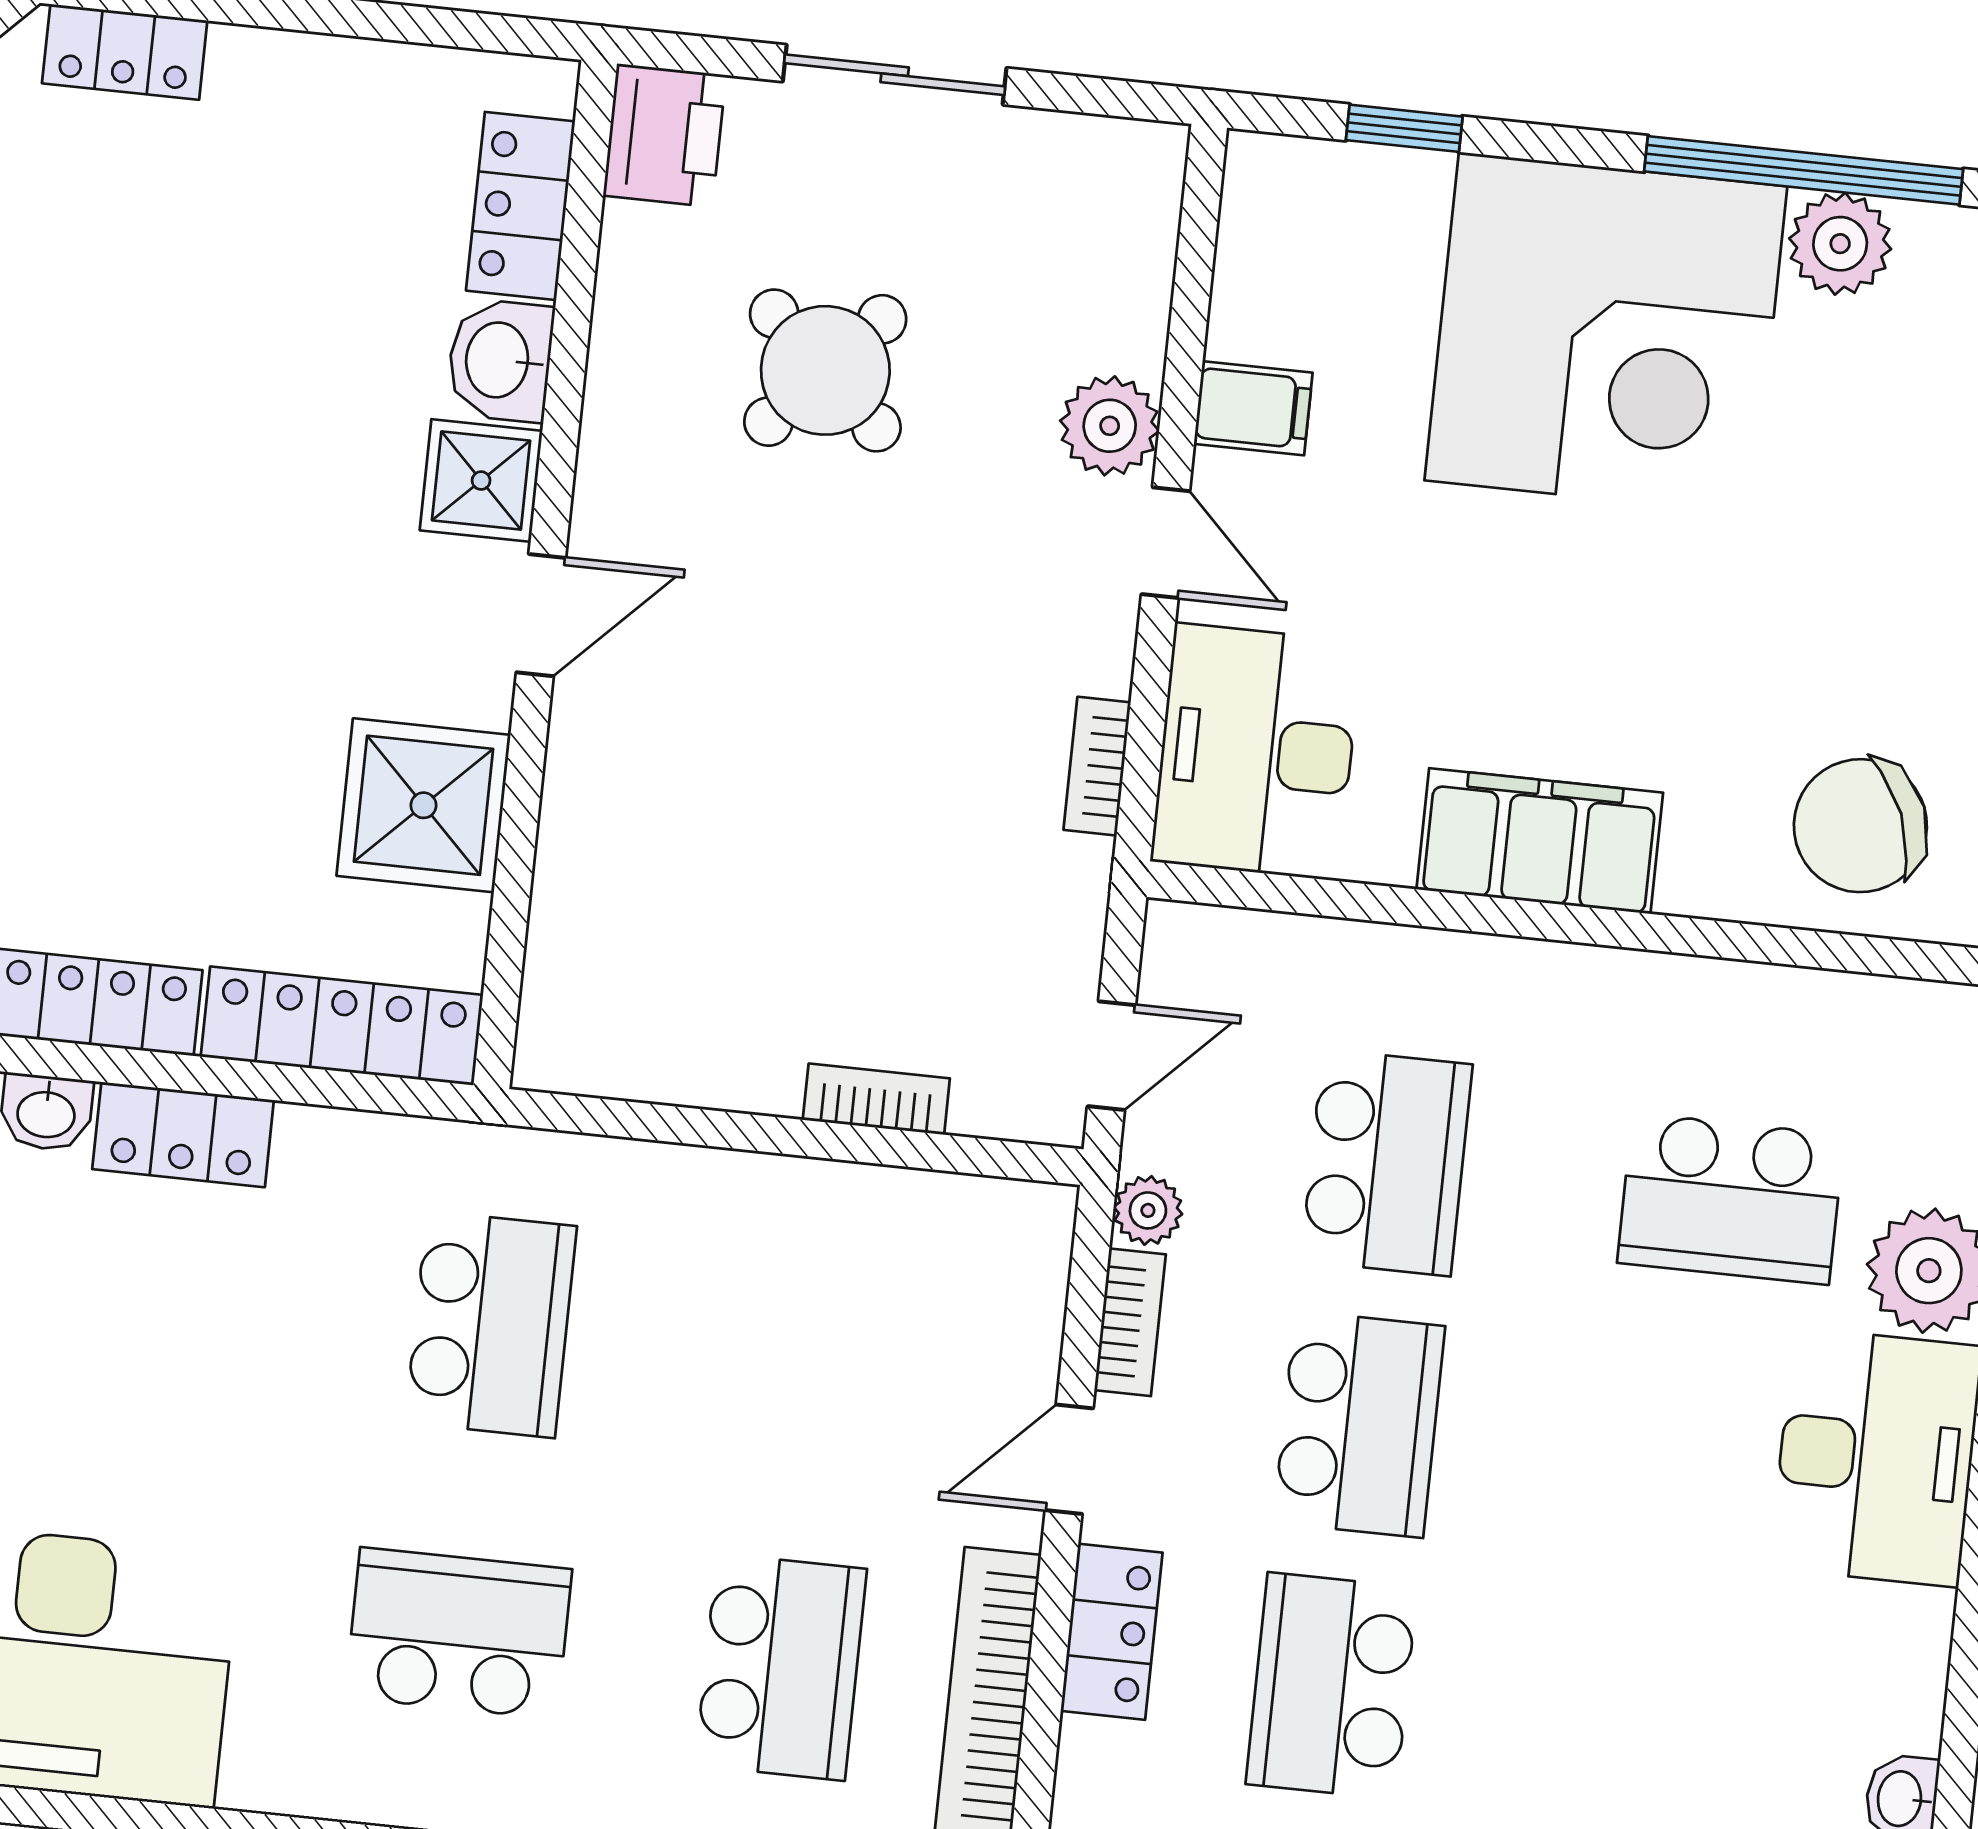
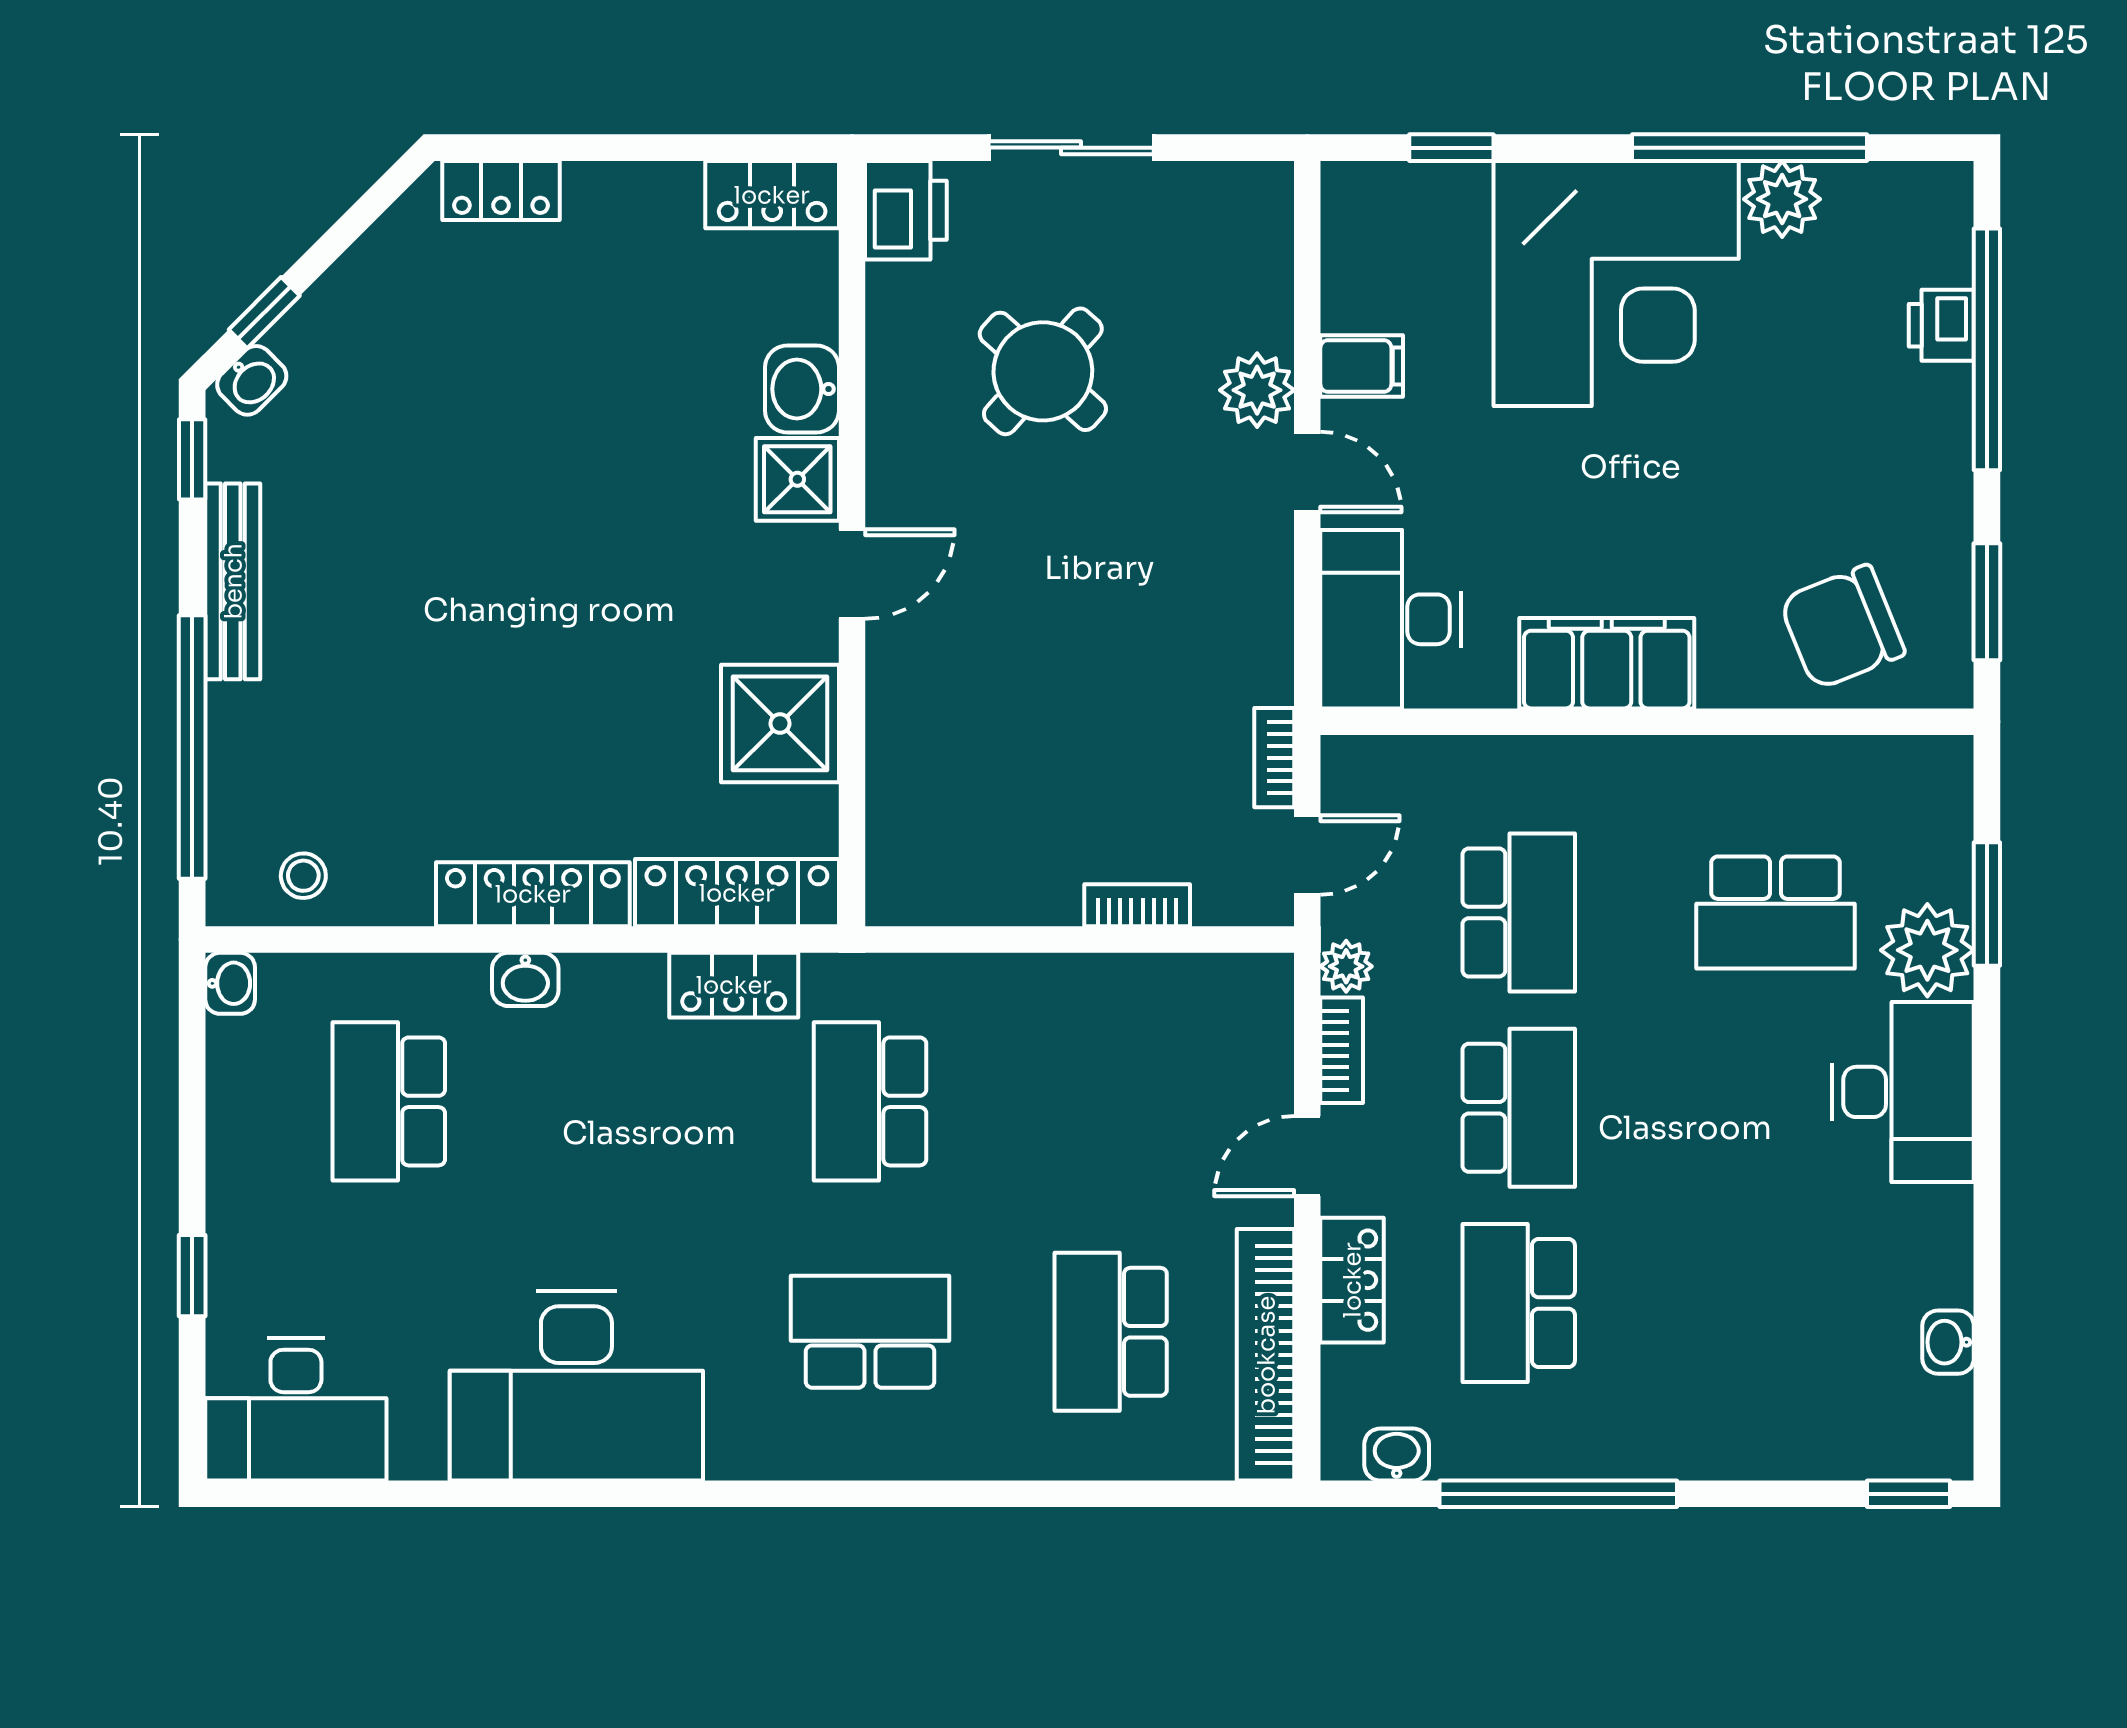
locker: (521, 206) -> (772, 195), moved, turned -90
bookcase: (1097, 766) -> (1274, 758), moved
locker: (183, 1135) -> (734, 985), moved
school desk: (491, 1324) -> (870, 1101), turned 180
school desk: (781, 1667) -> (1111, 1332), turned 180

